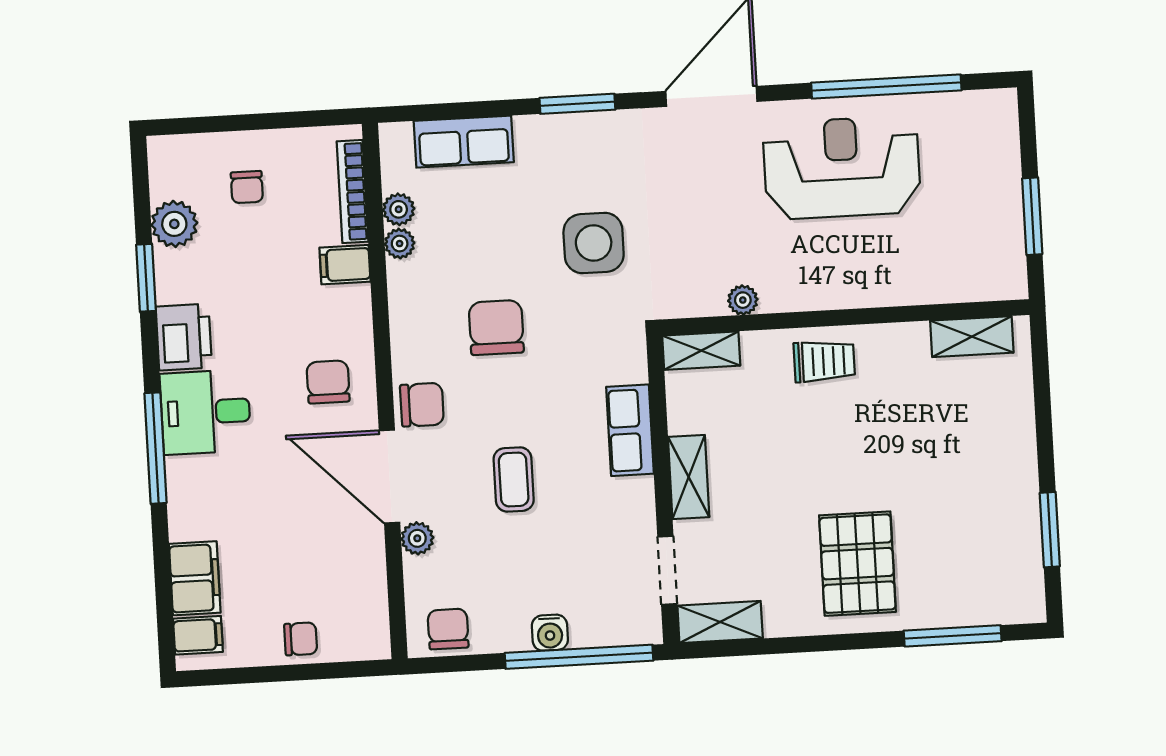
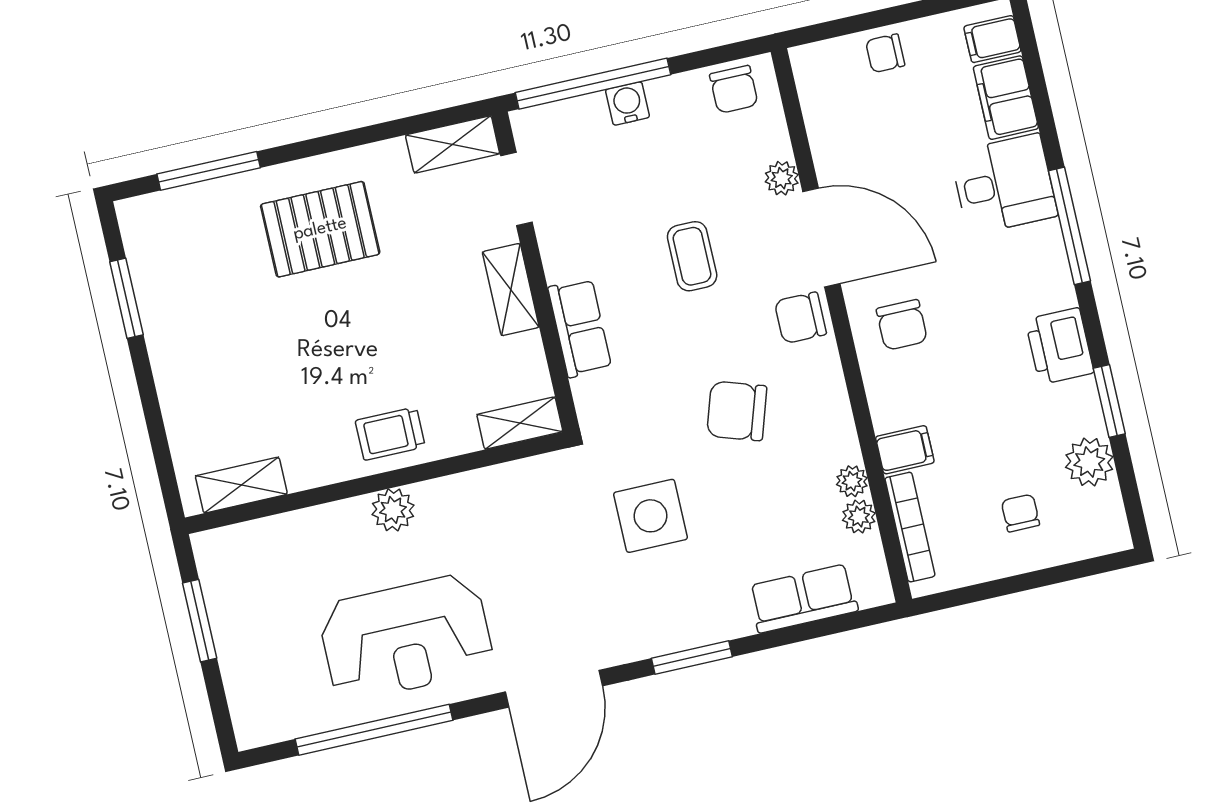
plant: (743, 300) -> (393, 510), moved, width x1.38, depth x1.38
chair: (496, 327) -> (737, 411), turned 108
desk: (206, 412) -> (1004, 184), moved
pallet: (857, 564) -> (320, 229), turned 90

